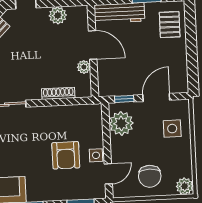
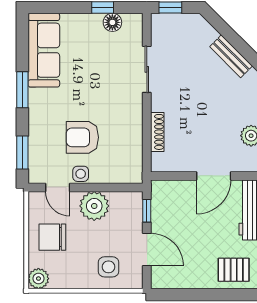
plant: (84, 67) -> (188, 164), removed
plant: (121, 123) -> (94, 206), moved

